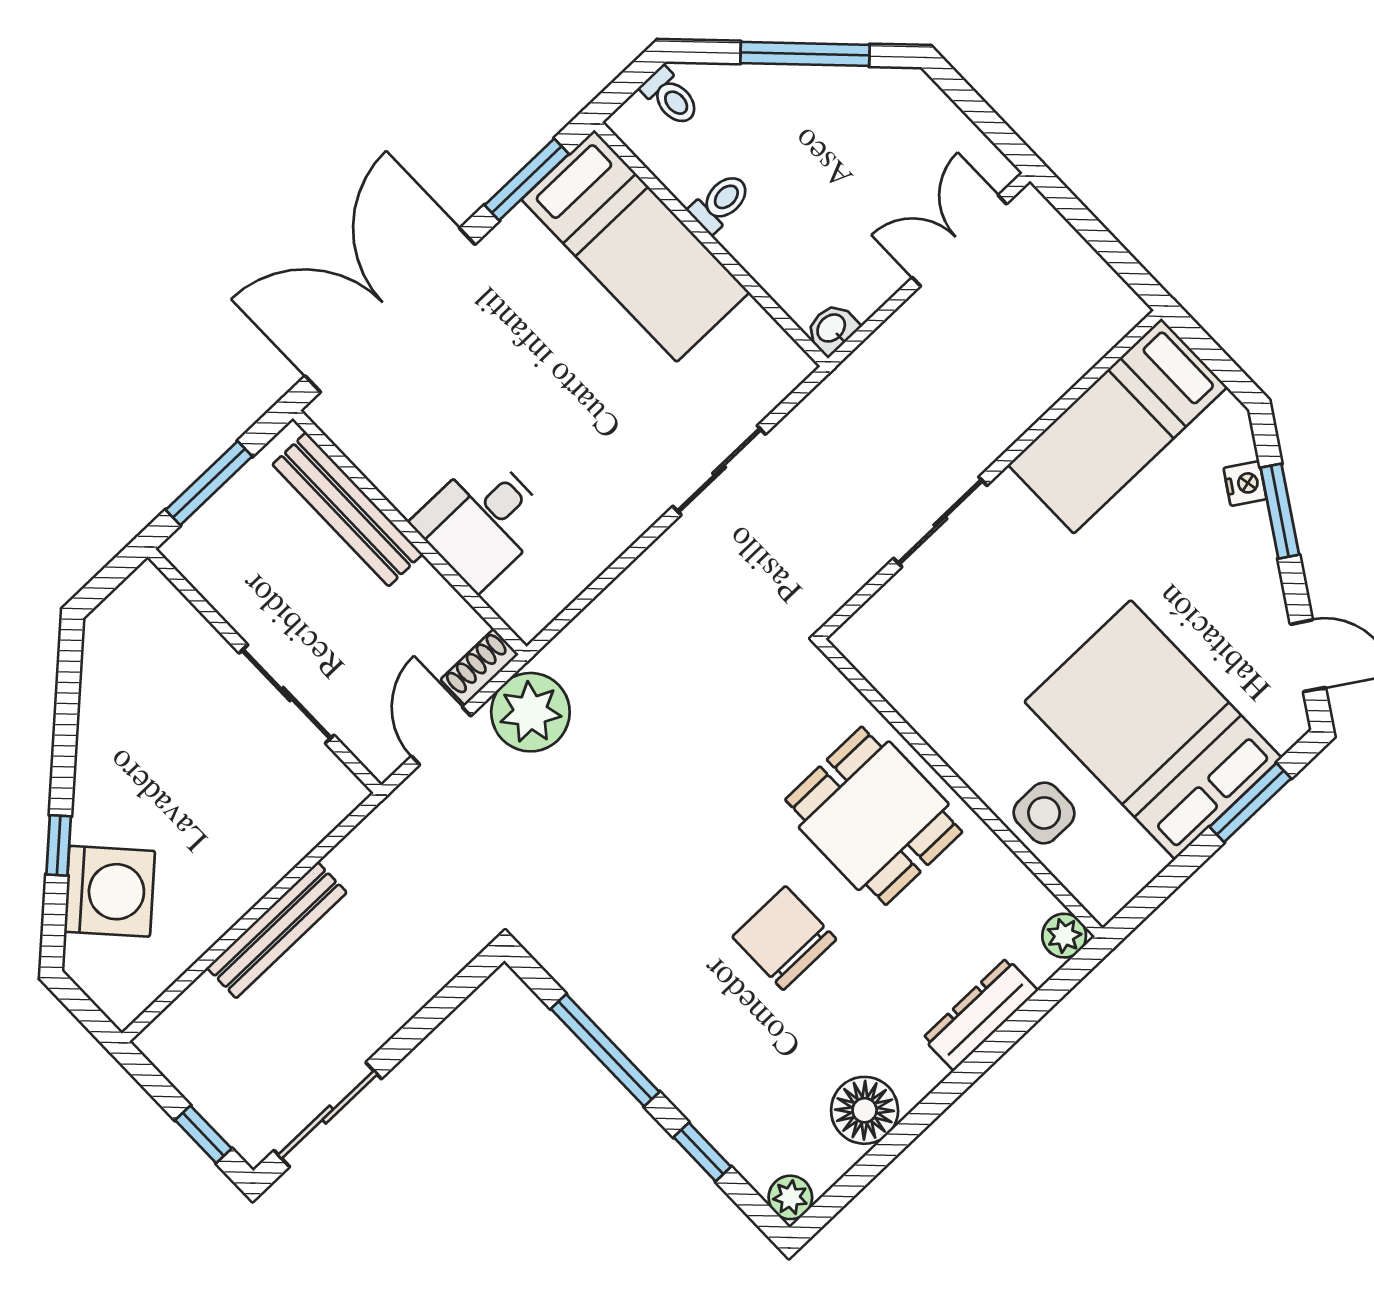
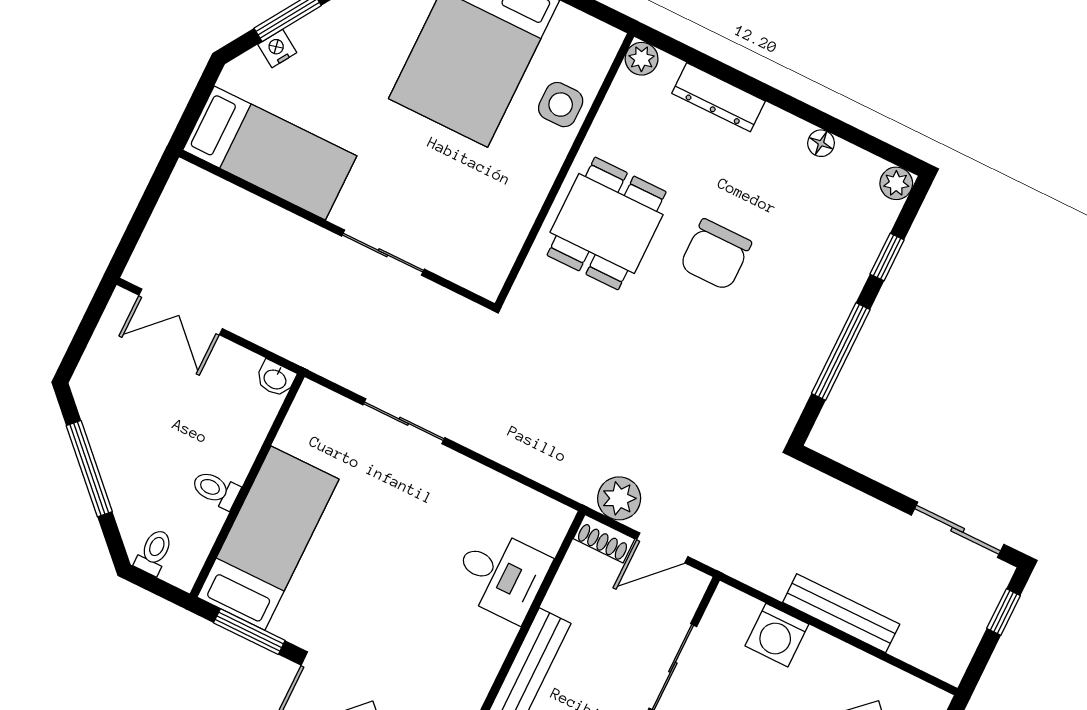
plant: (530, 712) -> (619, 498), width x0.73, depth x0.73
washing machine: (279, 839) -> (777, 635), added
floor lamp: (865, 1110) -> (821, 143), width x0.53, depth x0.53

